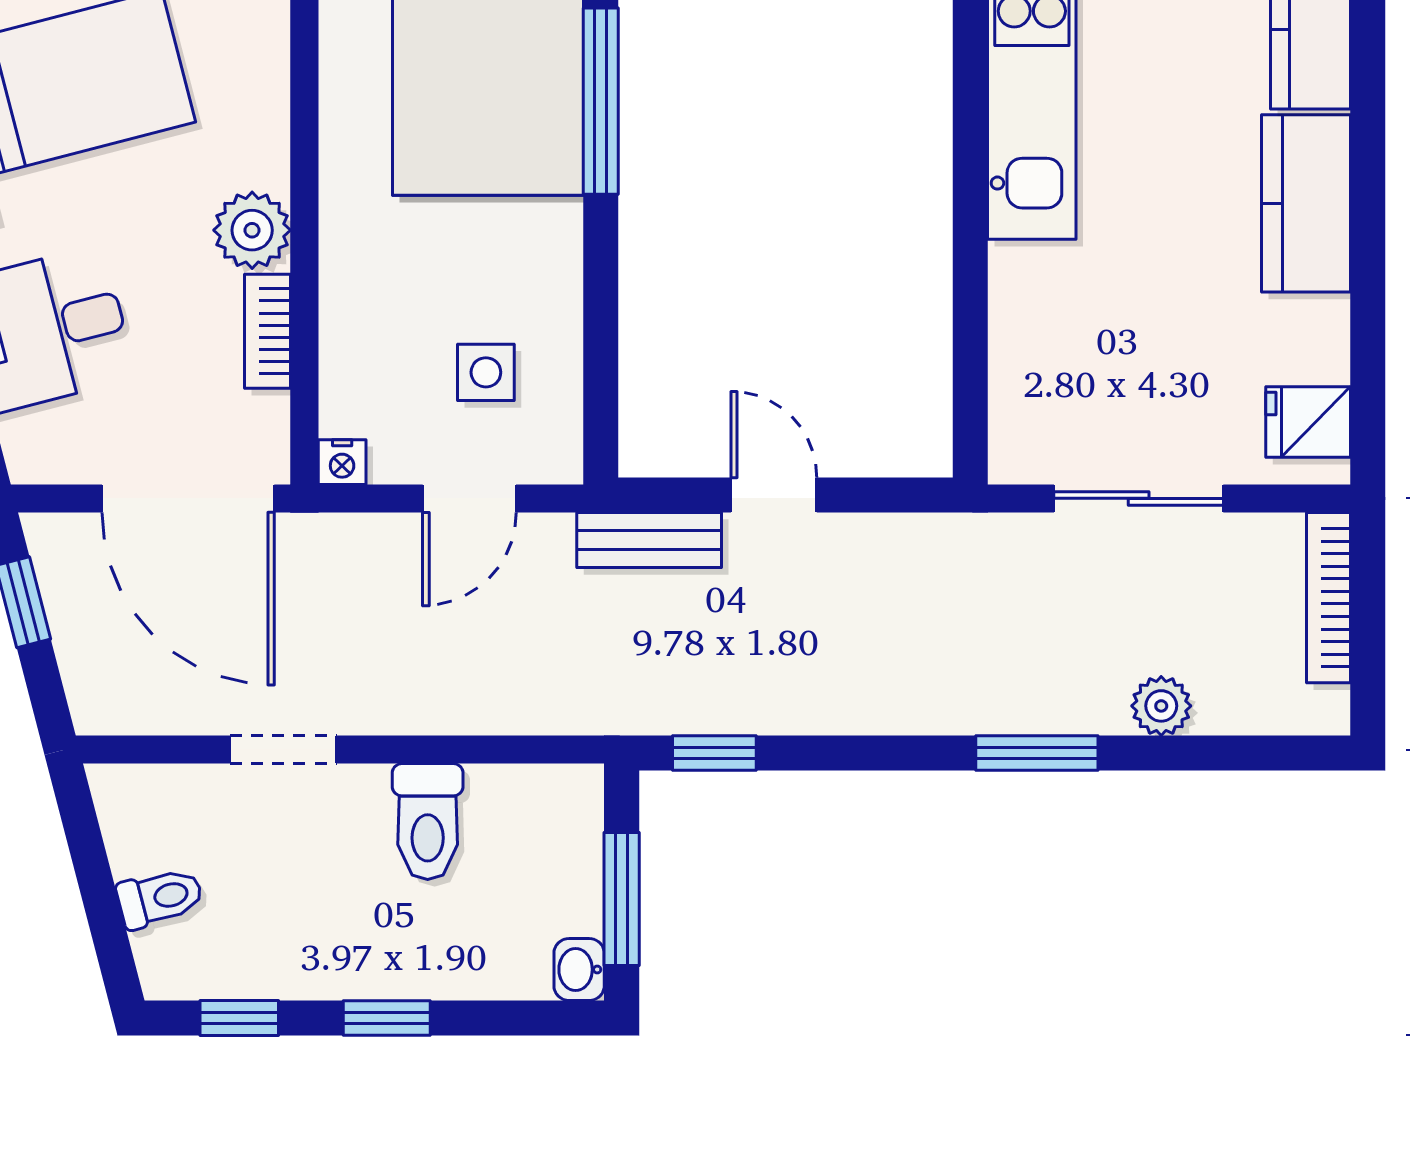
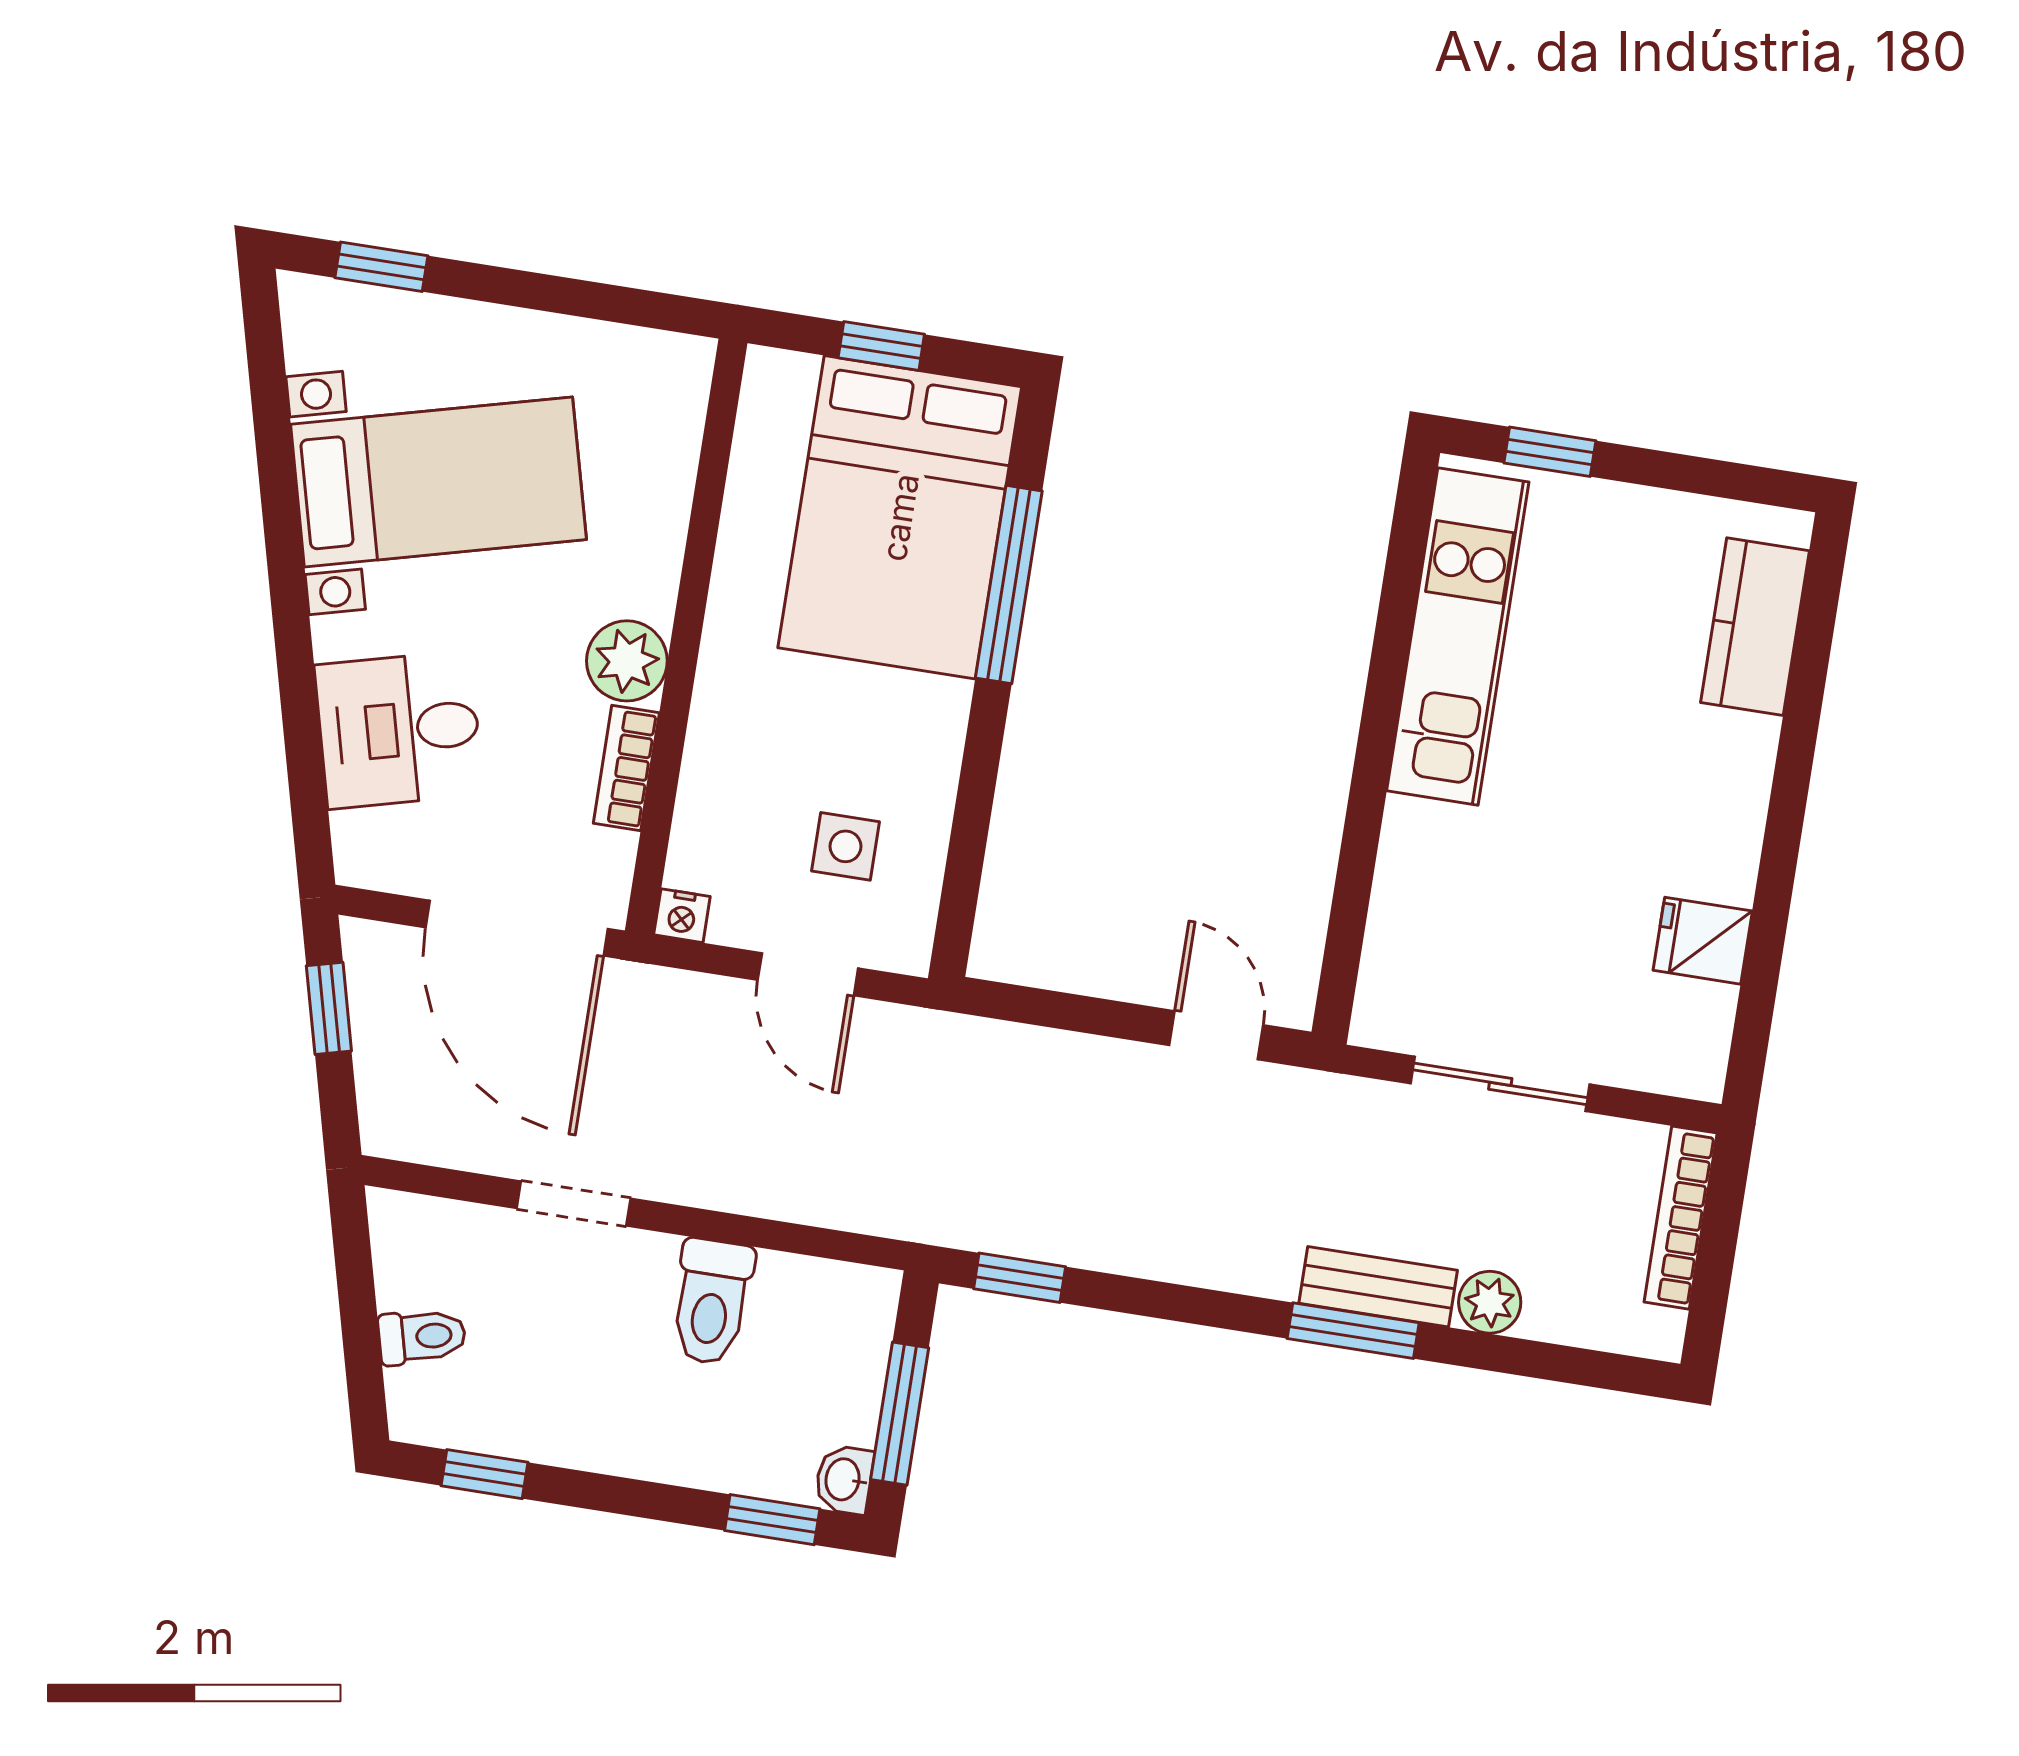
kitchen counter: (1306, 203) -> (1722, 806), removed
fridge: (1308, 422) -> (1703, 941), moved
door: (774, 495) -> (1216, 1035), moved
door: (469, 498) -> (808, 974), hinge flipped
bench: (649, 540) -> (1378, 1287), moved
window: (387, 1018) -> (772, 1520), moved

